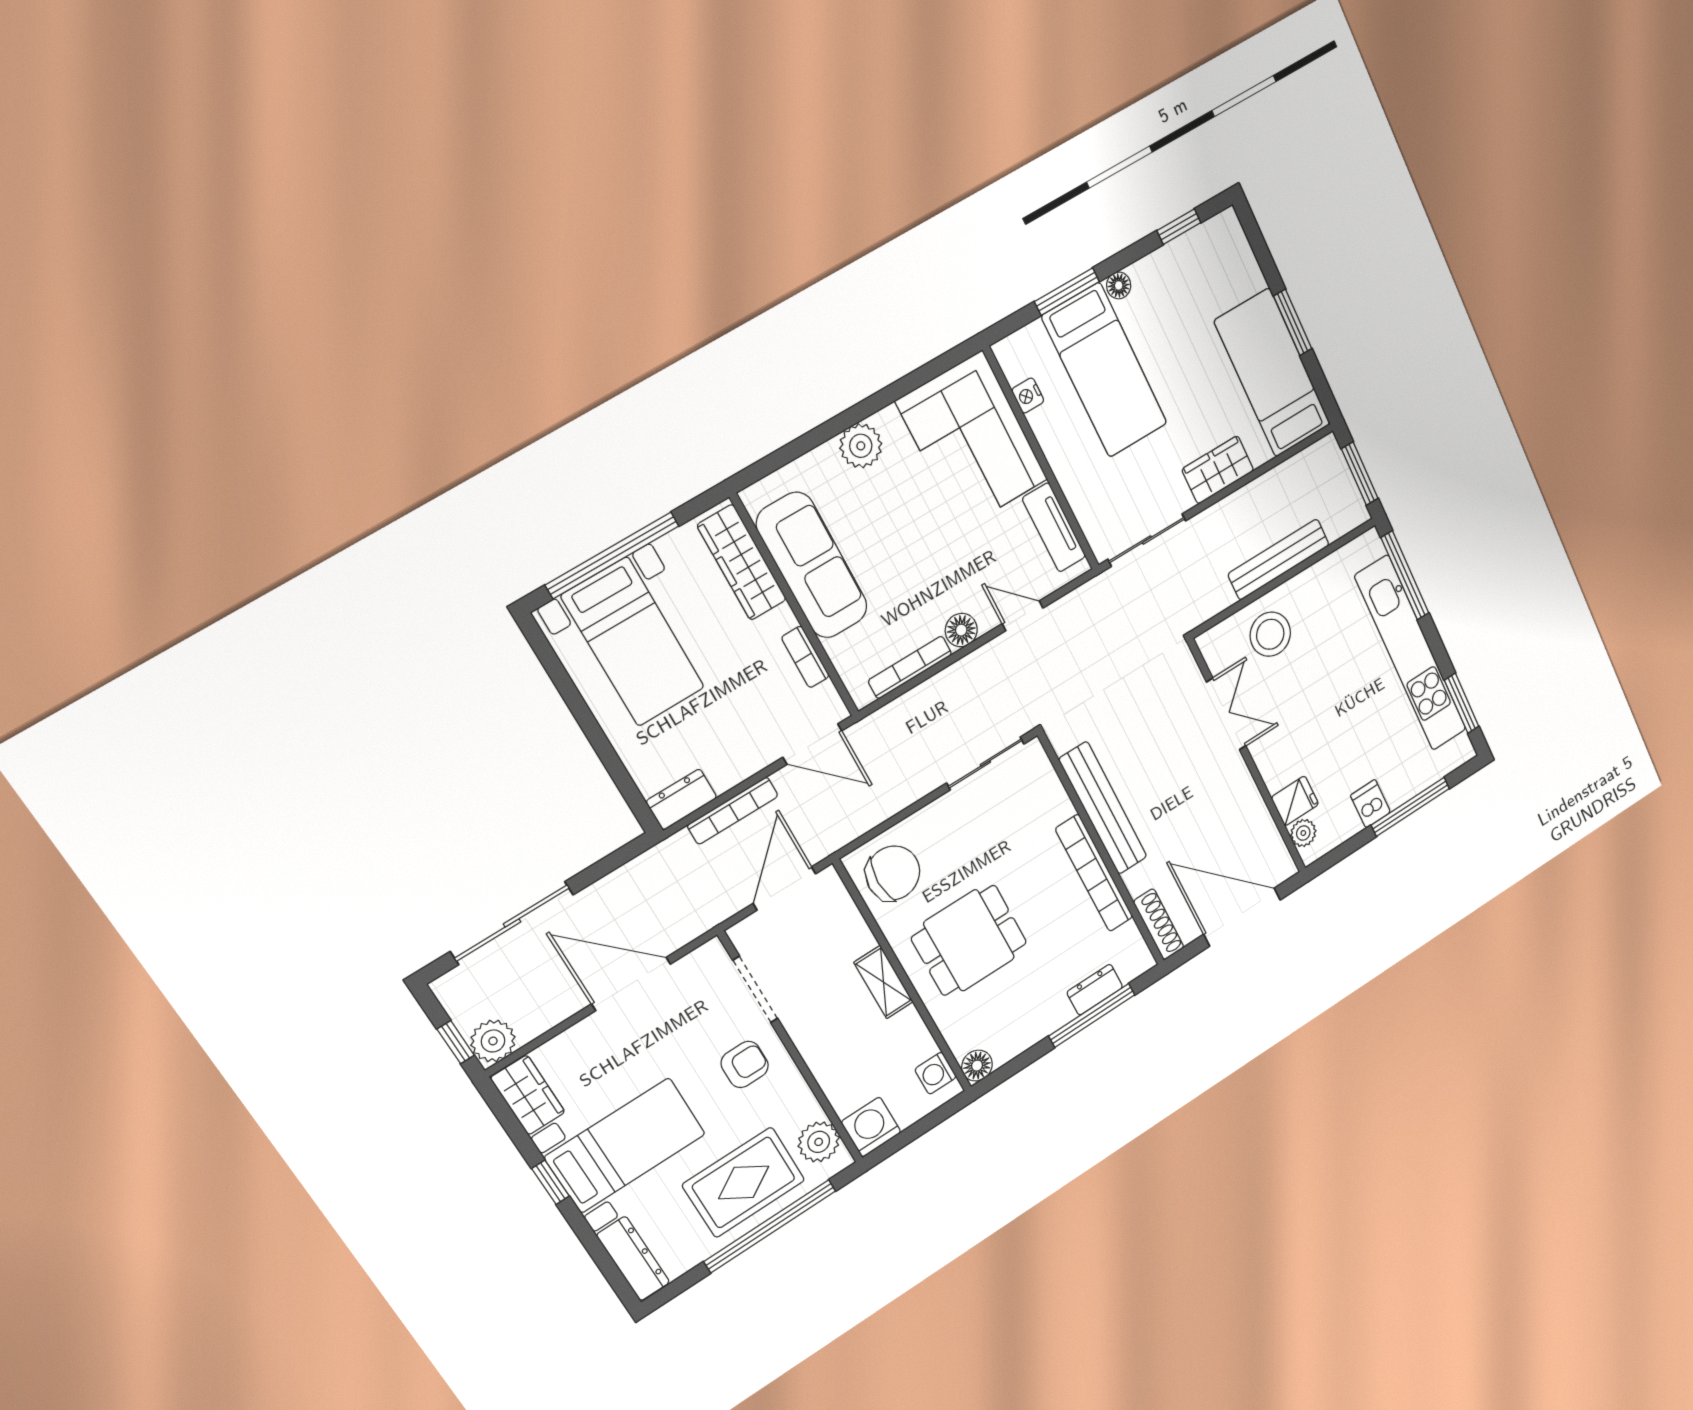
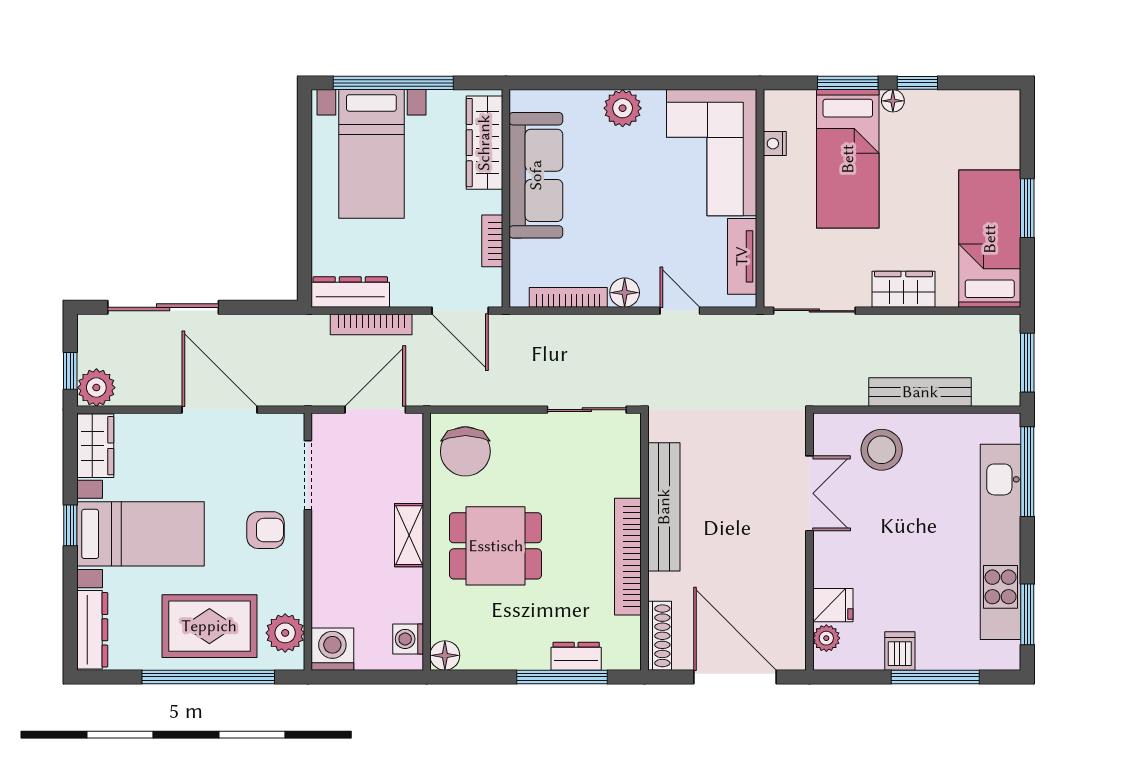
window: (1179, 227) -> (917, 83), moved
dresser: (681, 799) -> (350, 292), width x1.44
chair: (893, 873) -> (465, 451), turned 90

